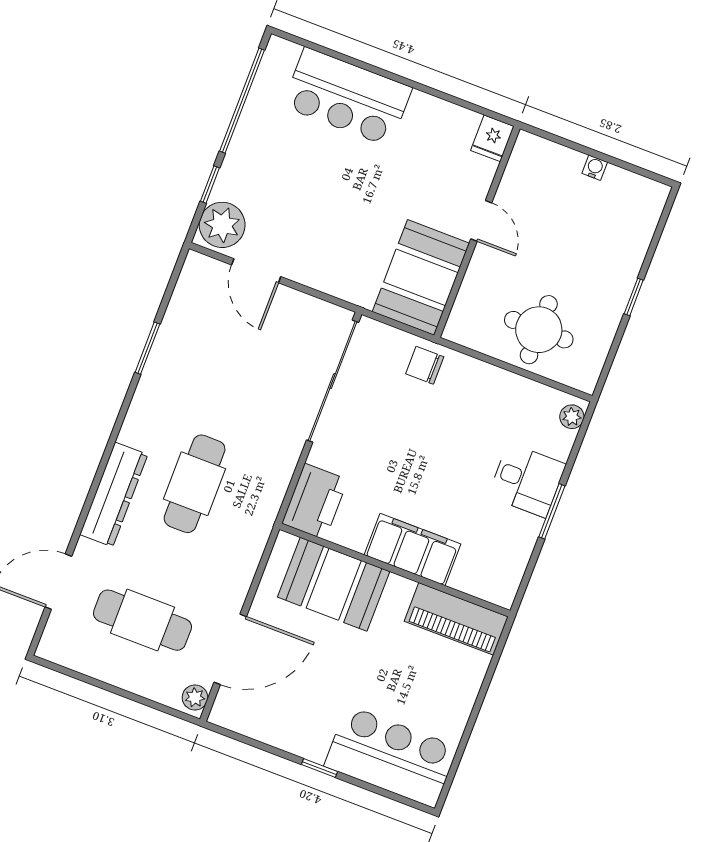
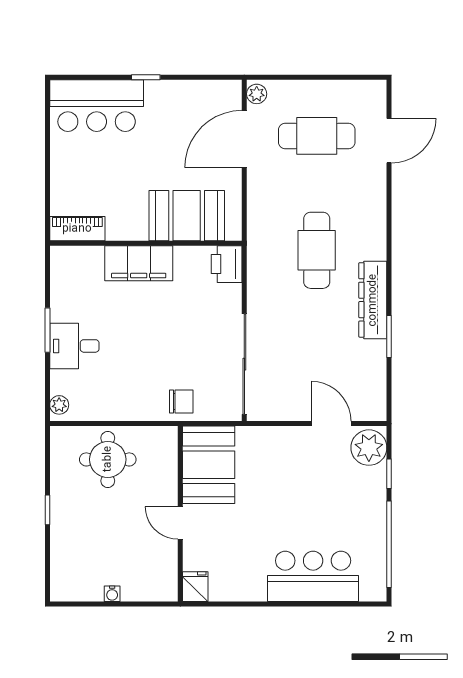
dresser: (114, 495) -> (373, 300), moved
printer: (315, 501) -> (227, 264), width x0.73, depth x0.84
piano: (456, 619) -> (77, 229), width x0.73, depth x0.75

